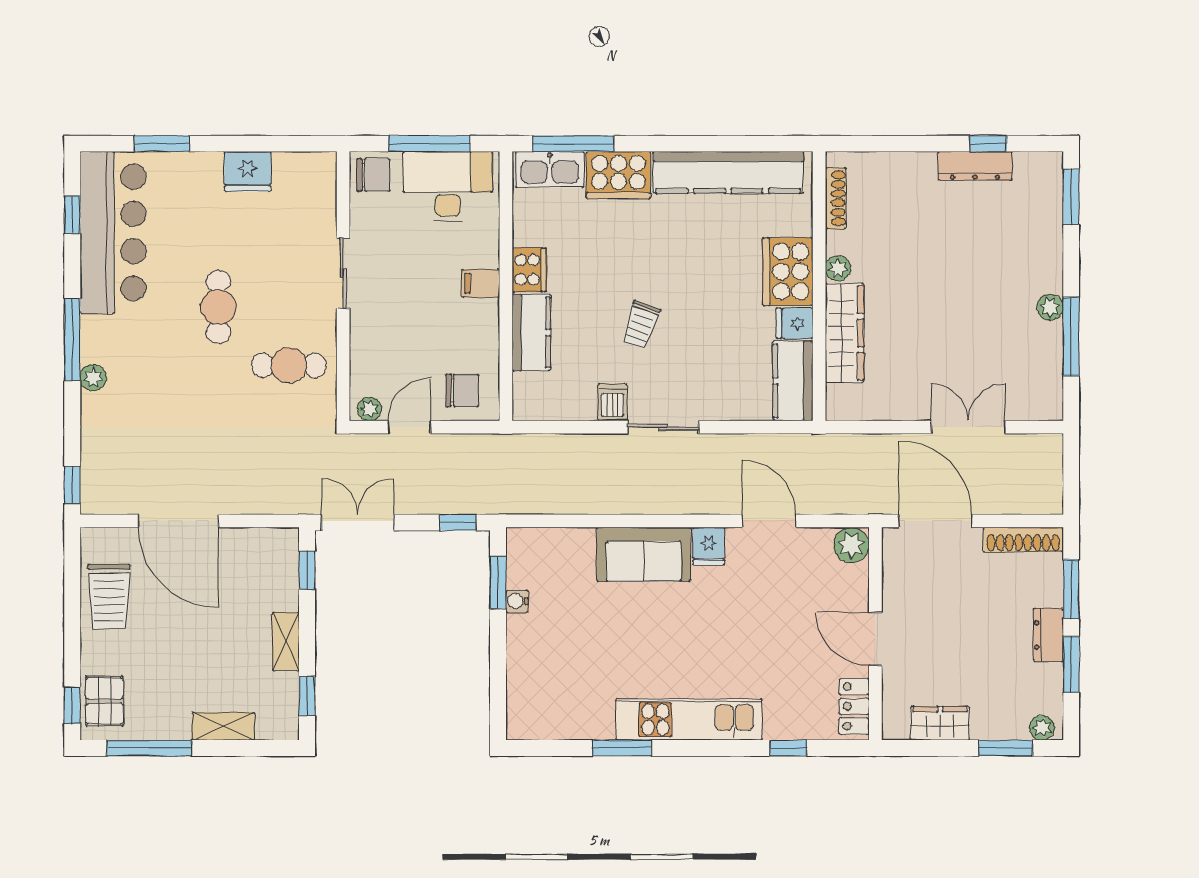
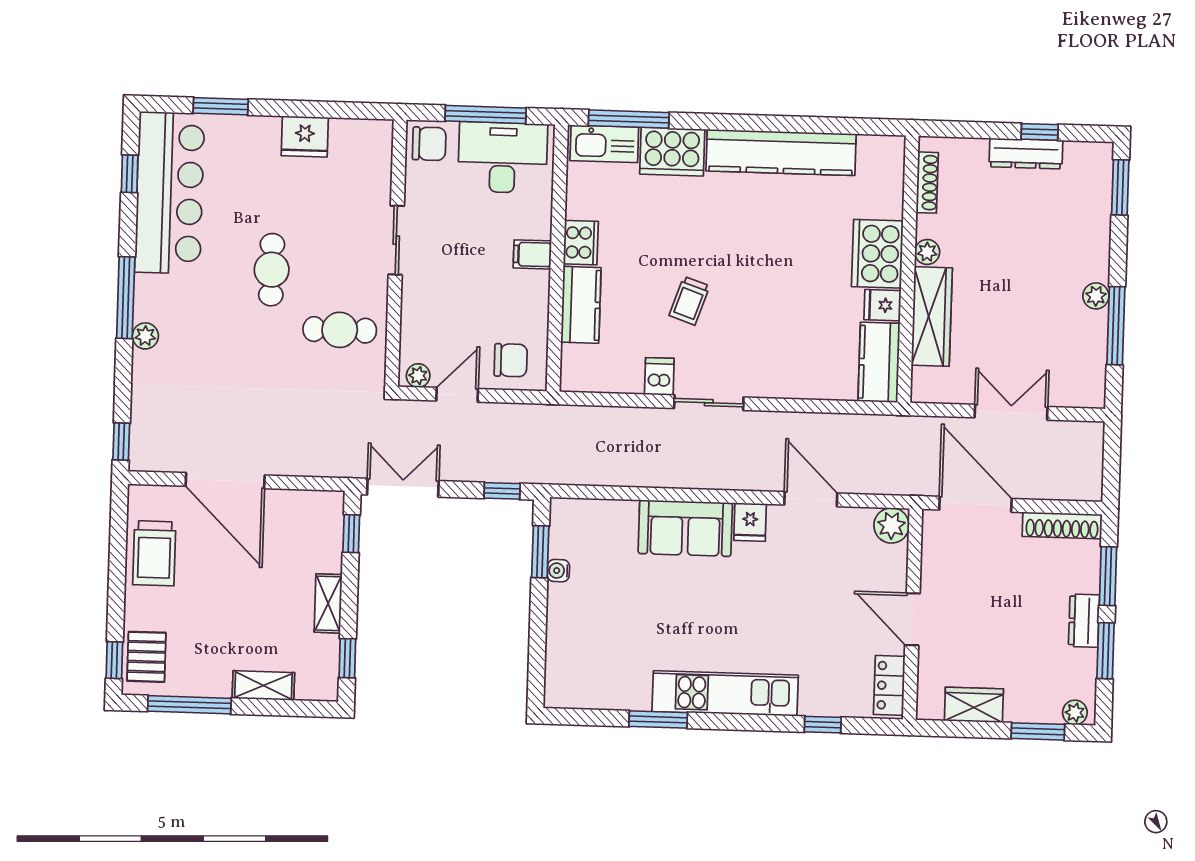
shoe rack: (836, 198) -> (927, 183), moved
plant: (838, 268) -> (927, 252), moved
cooker: (788, 272) -> (877, 254), moved
wall: (819, 286) -> (908, 269), moved
fridge: (795, 323) -> (882, 305), moved
wardrobe: (845, 333) -> (932, 316), moved
kitchen counter: (793, 381) -> (879, 362), moved

